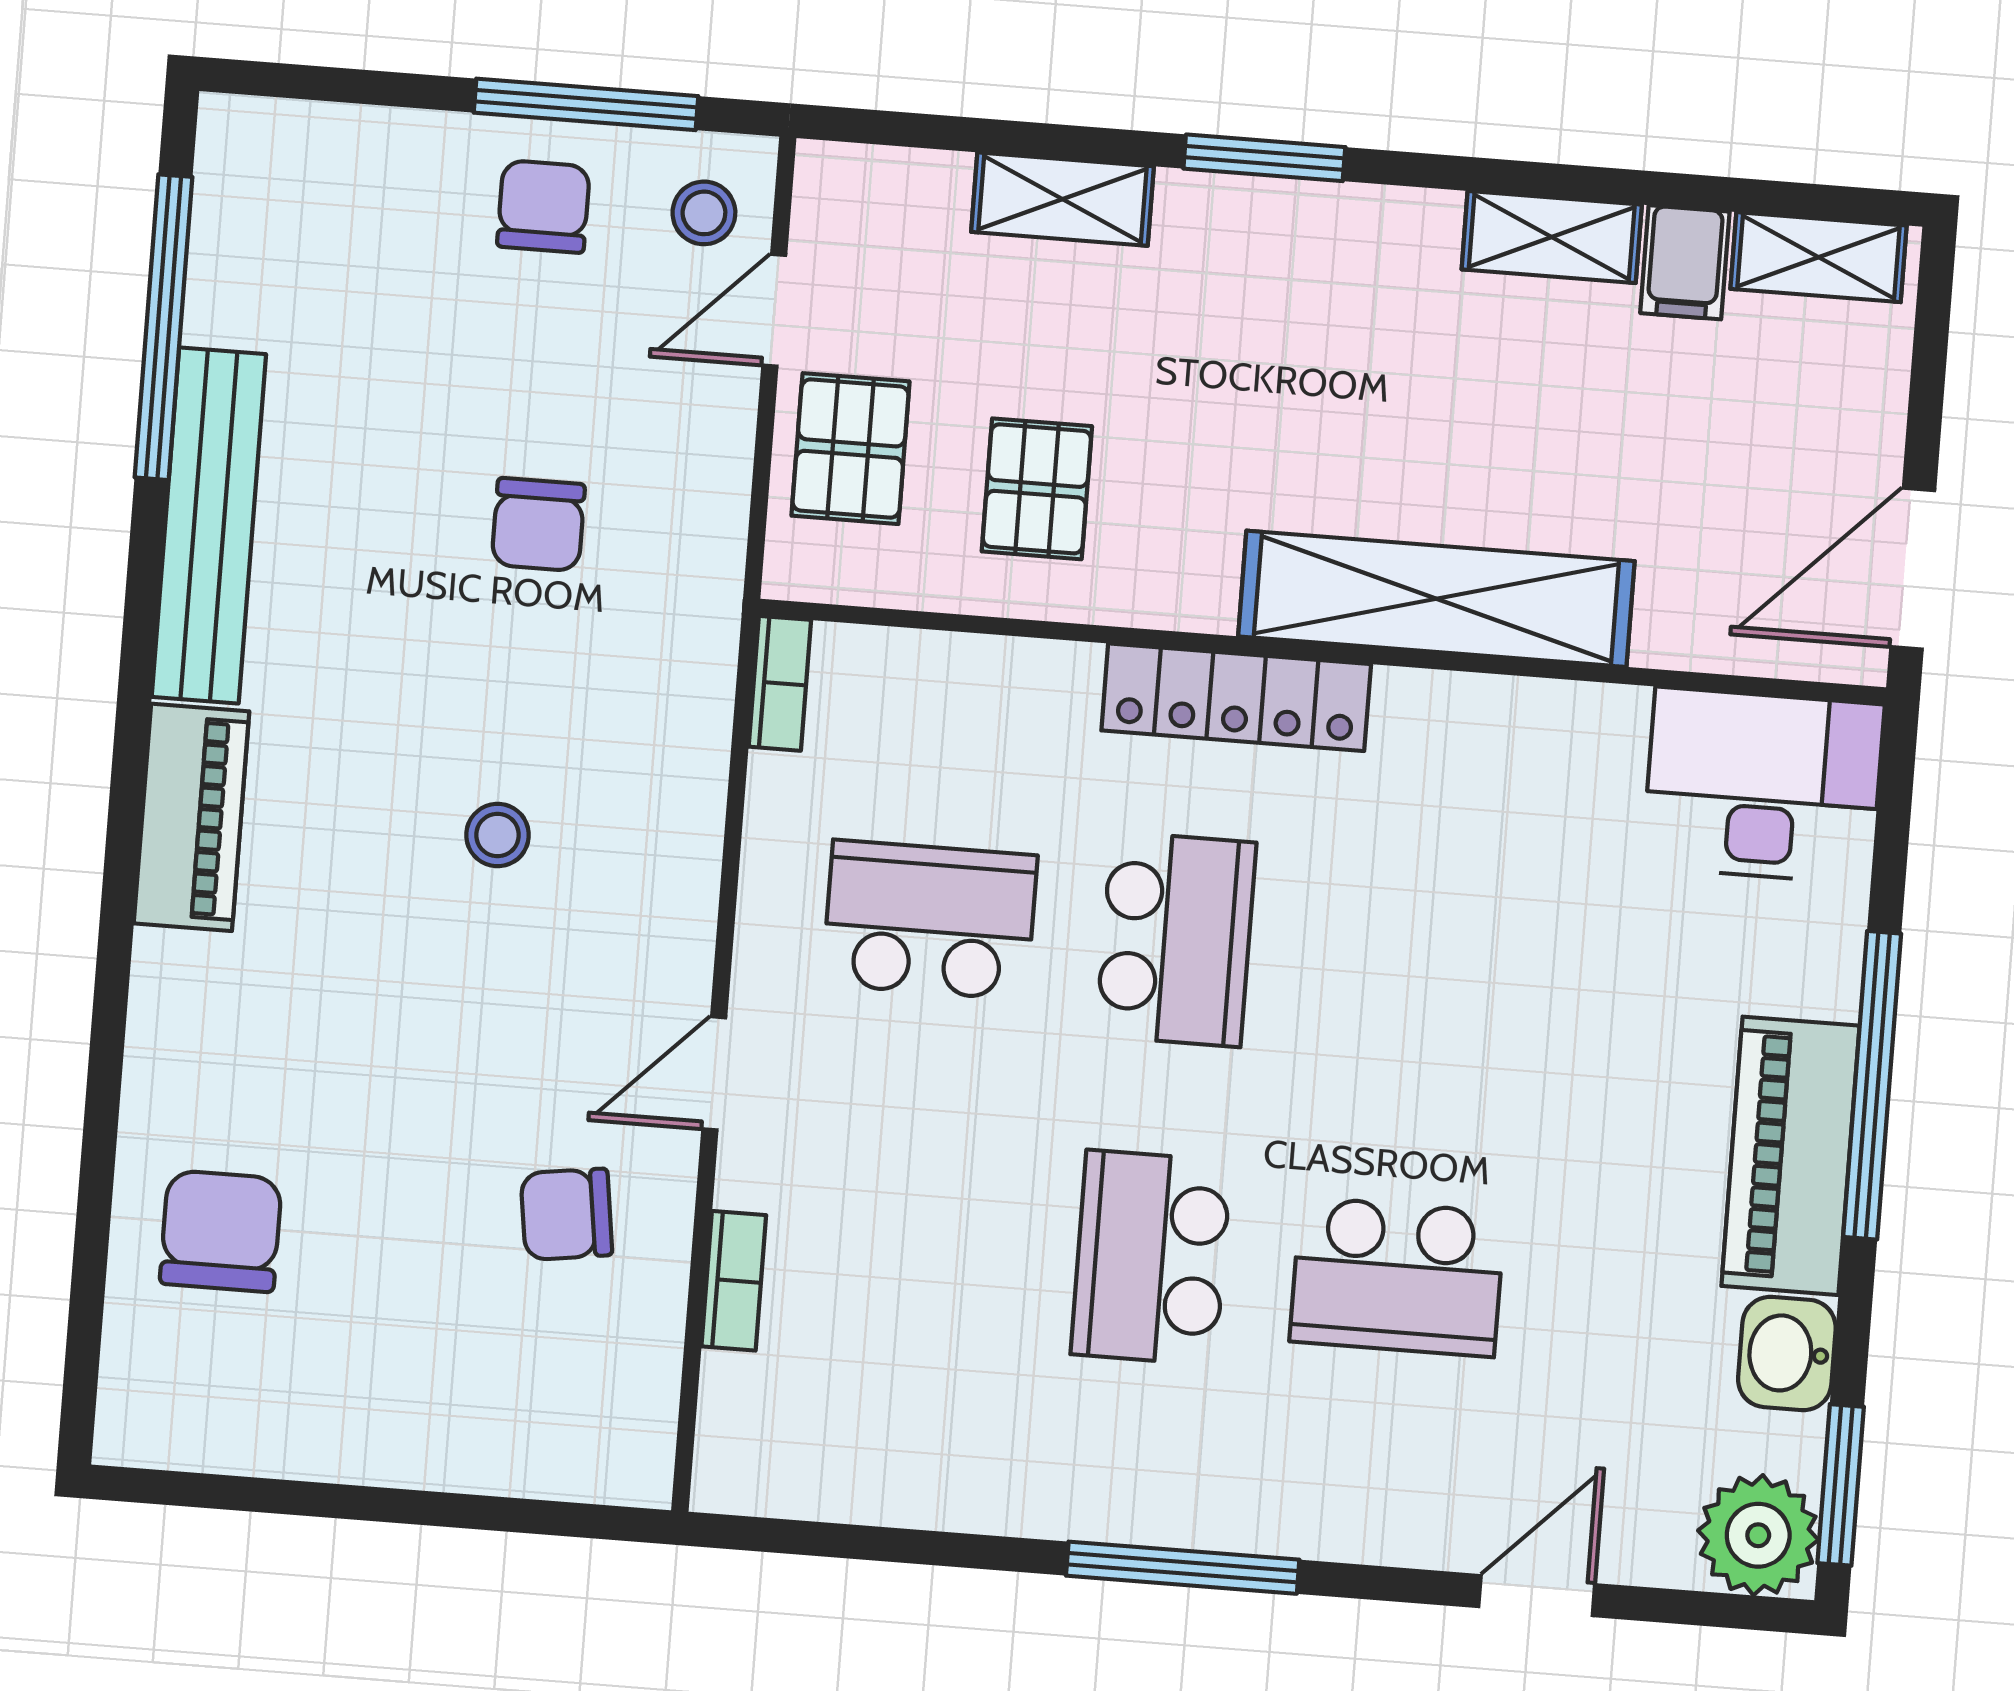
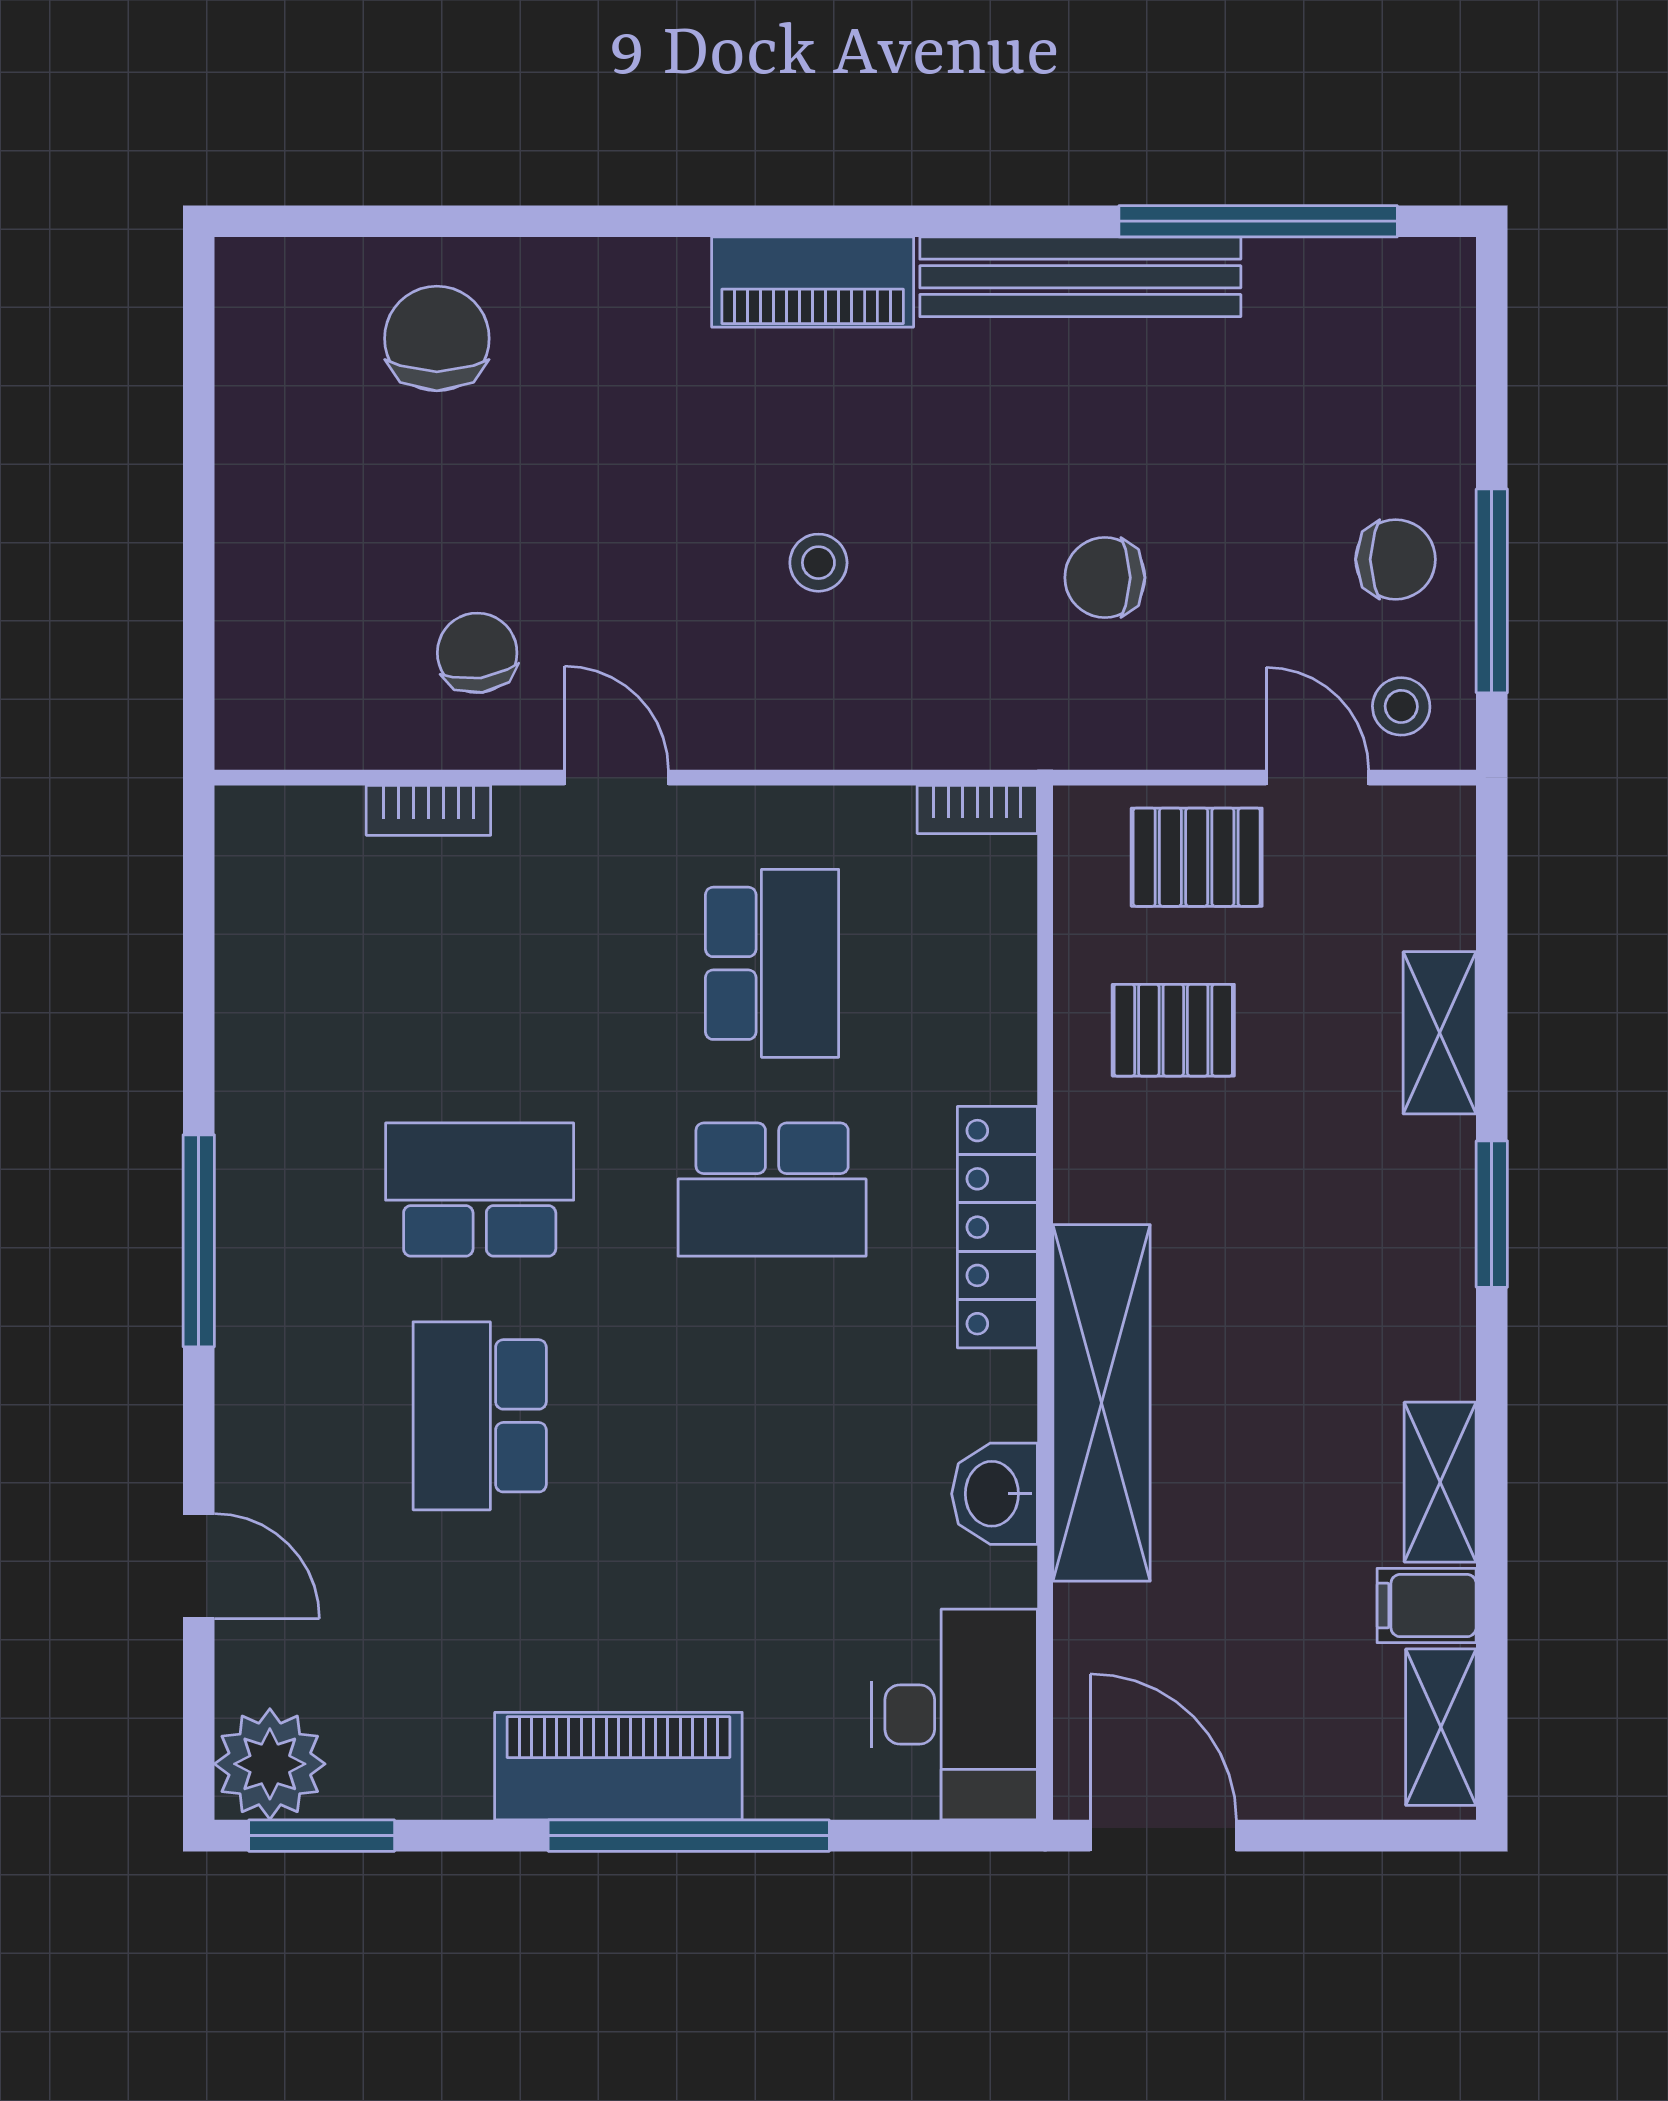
chair: (221, 1231) -> (437, 338), turned -90
washbasin: (1787, 1353) -> (994, 1494), moved, turned -90

